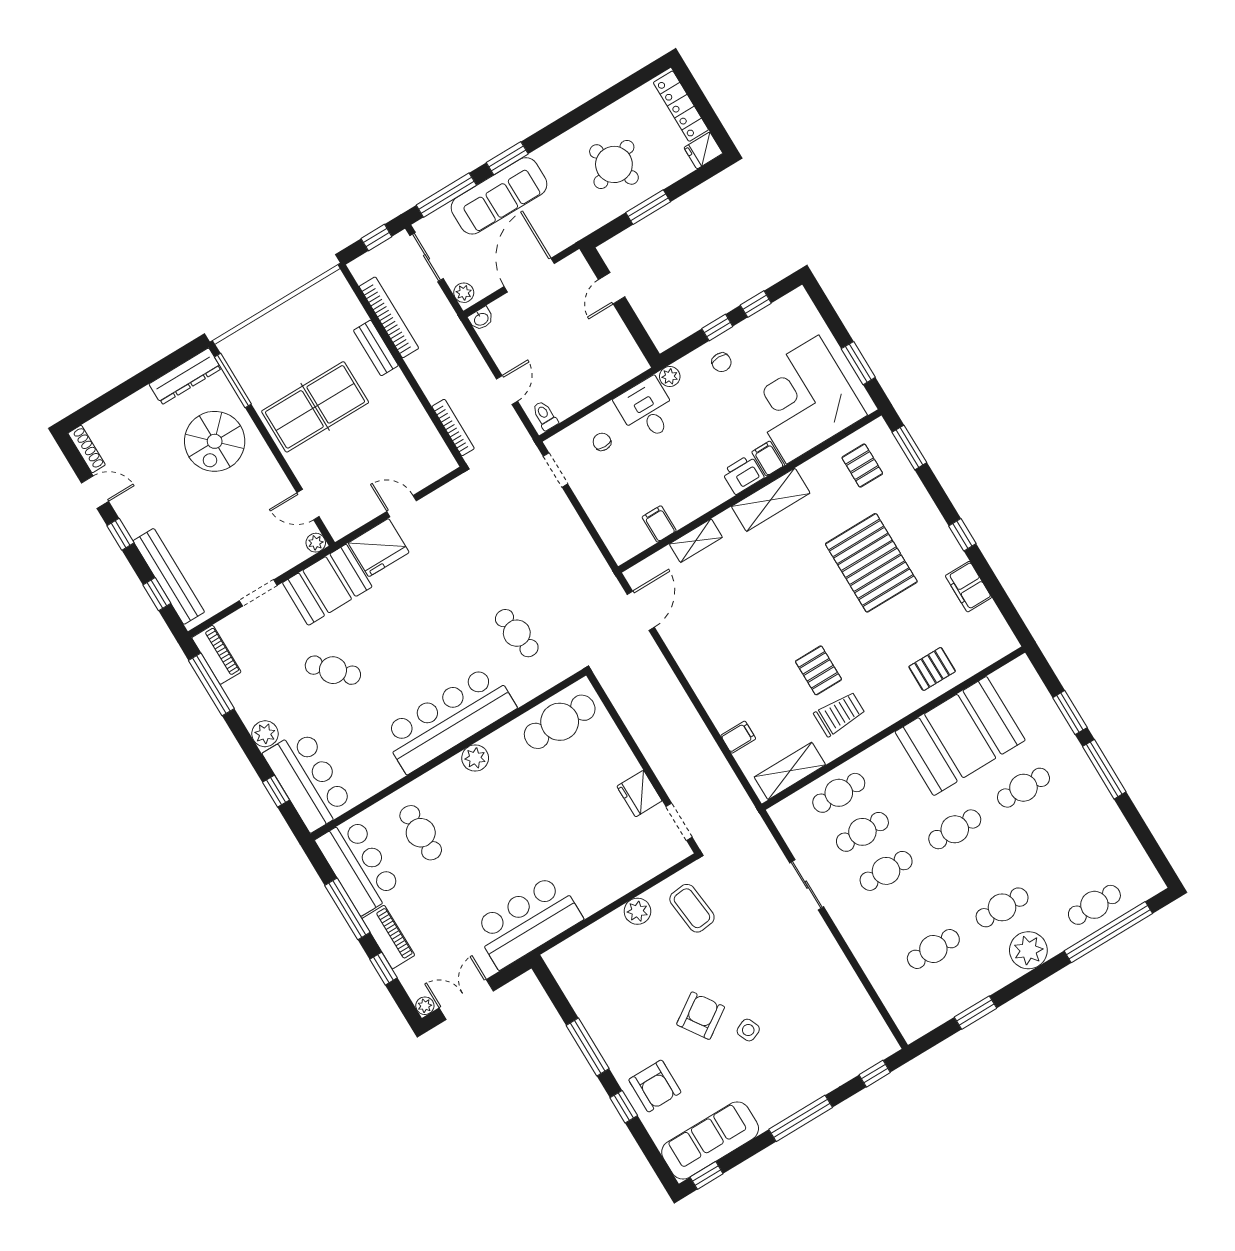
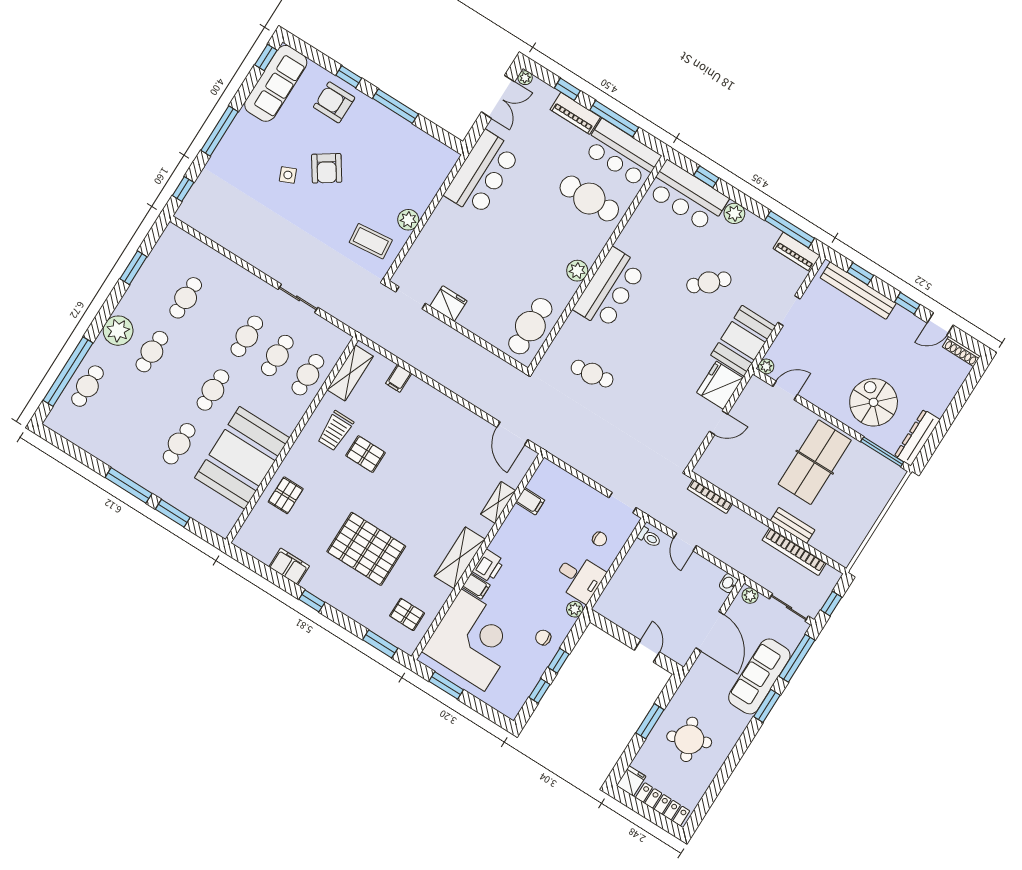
bar counter: (449, 719) -> (610, 289), width x0.73
cafe table: (421, 833) -> (589, 199), width x1.37, depth x1.35

